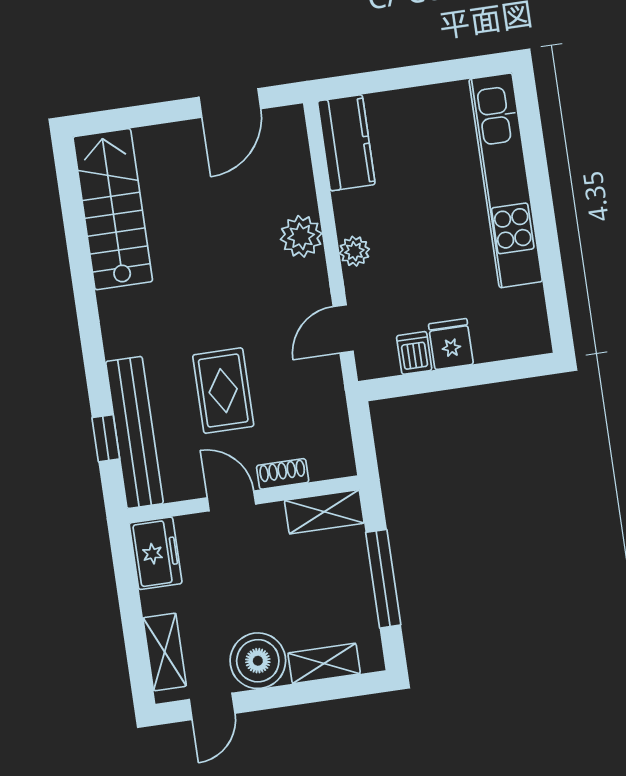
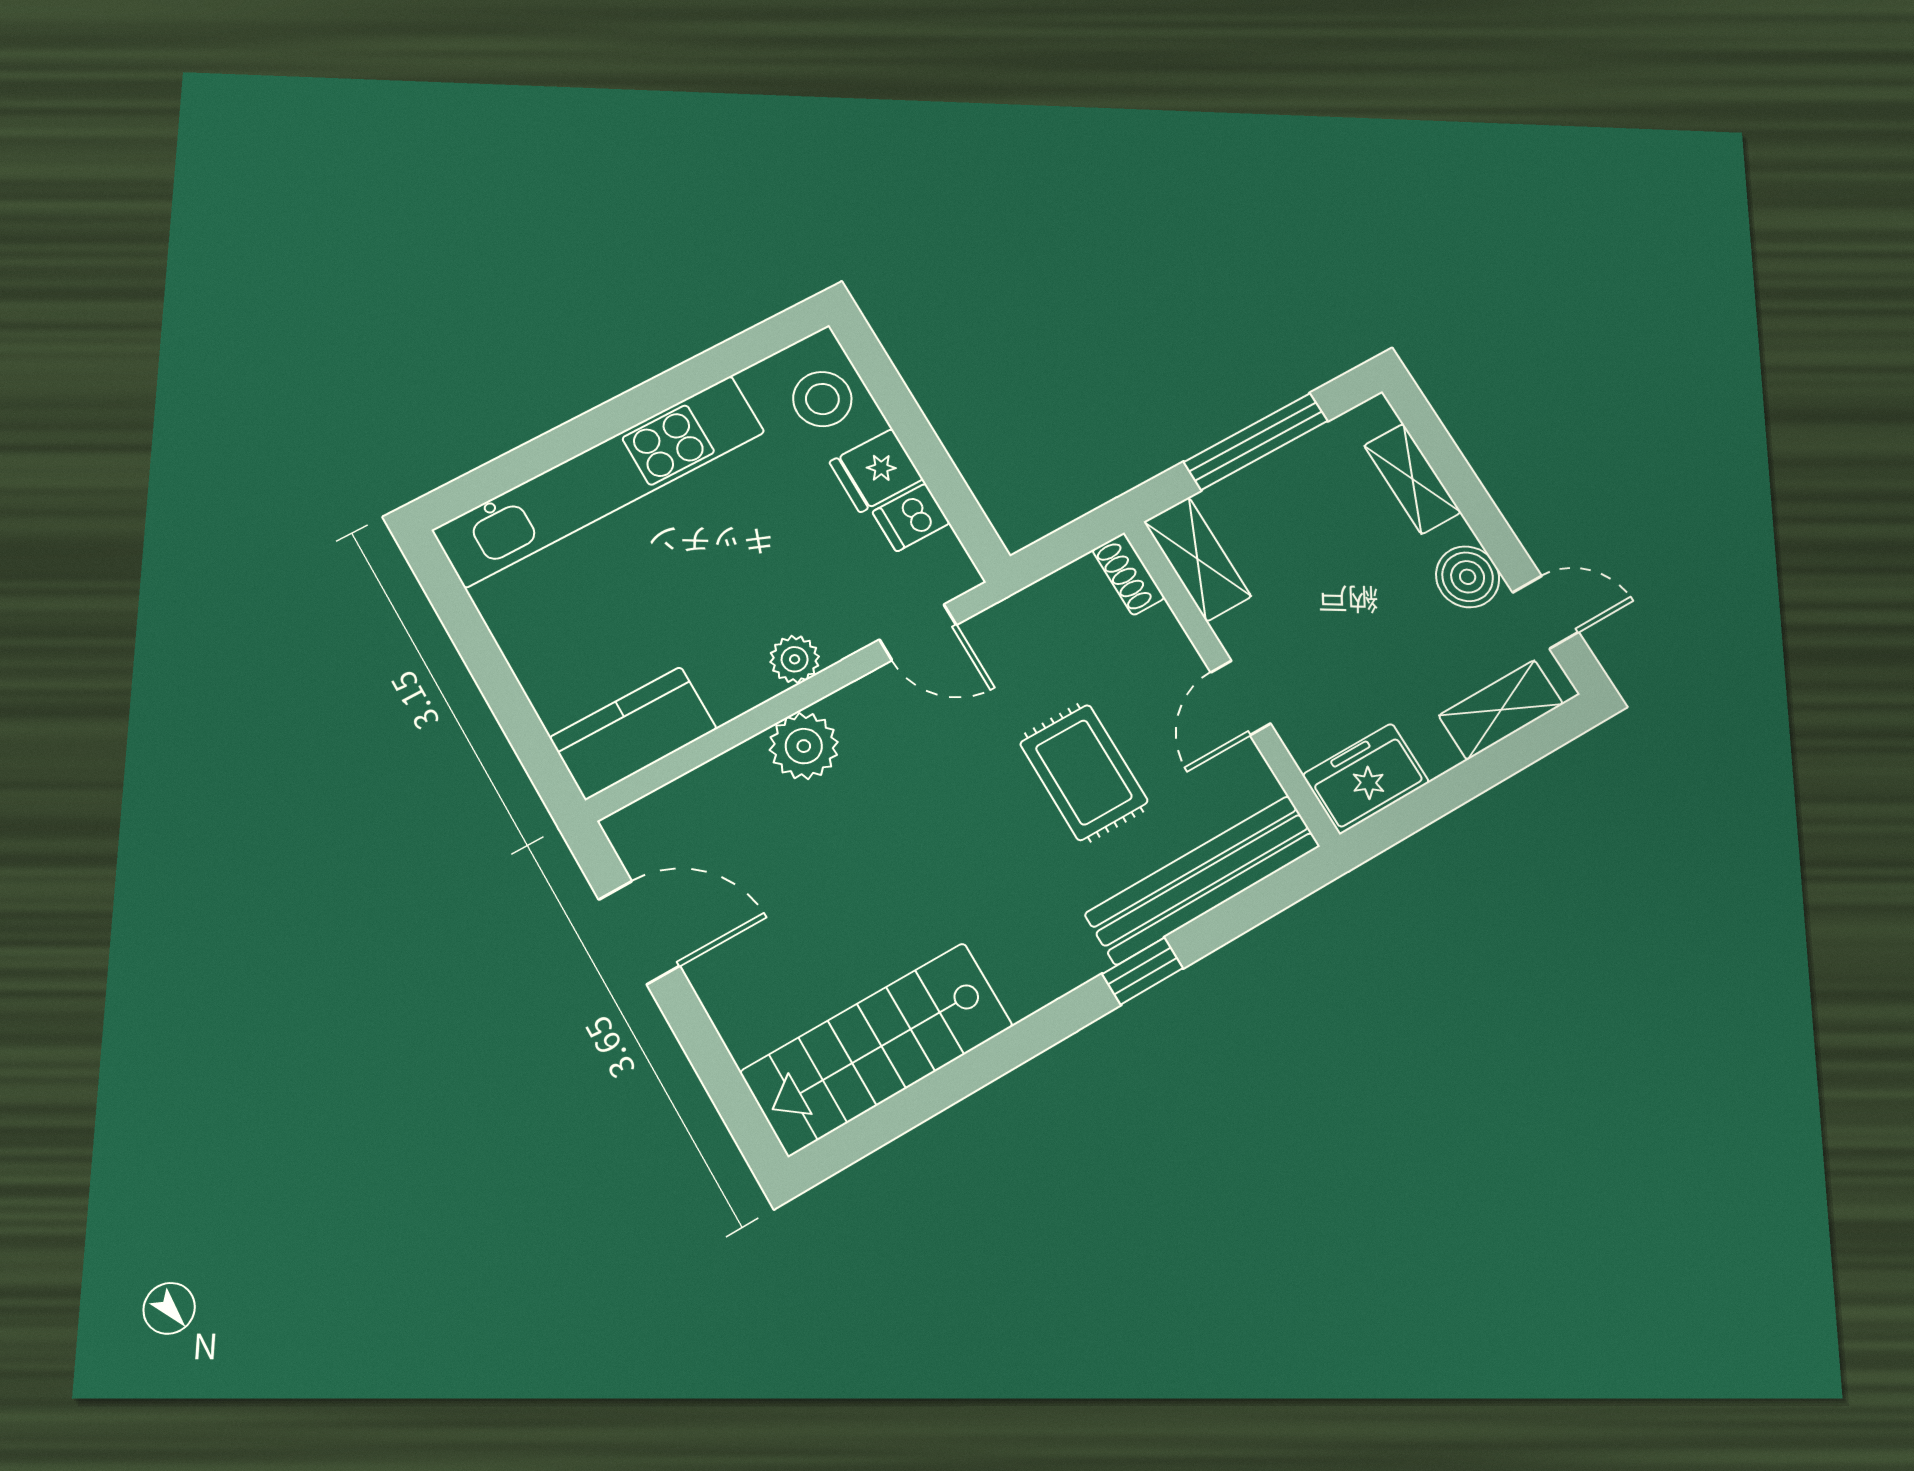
stool: (507, 330) -> (822, 399), added
rug: (223, 391) -> (1084, 772), turned 90
window: (106, 438) -> (1143, 971), moved
shoe rack: (283, 474) -> (1128, 574), moved
boiler: (258, 661) -> (1468, 577), width x0.73, depth x0.73

